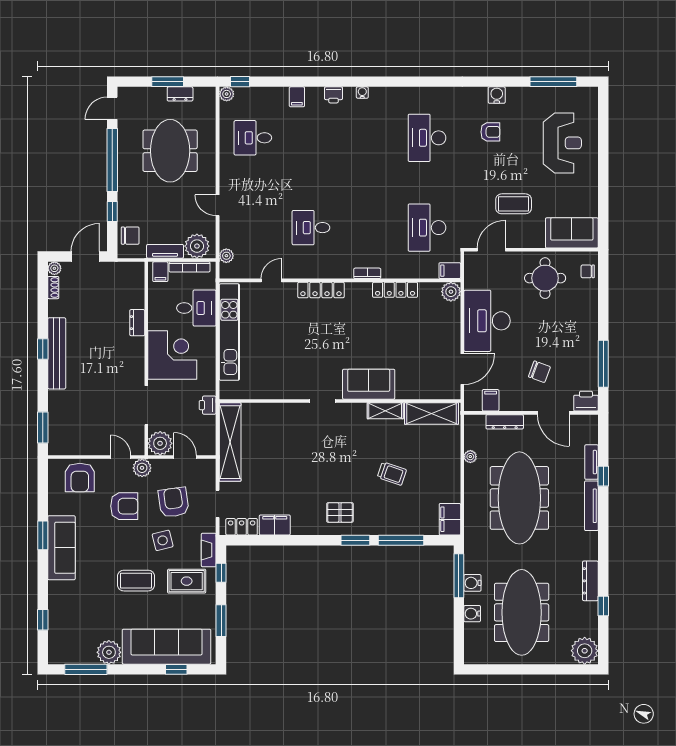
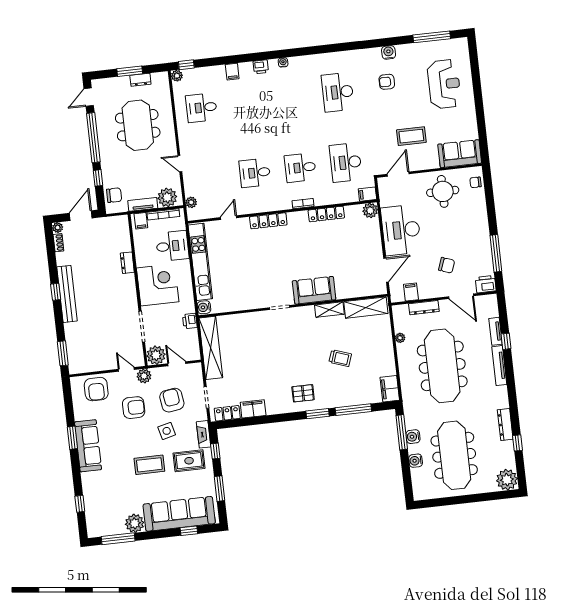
armchair: (490, 132) -> (387, 82), turned 180
desk: (369, 228) -> (300, 168), added
water cooler: (227, 390) -> (204, 307), added

